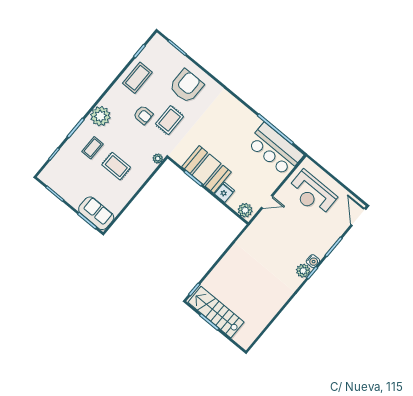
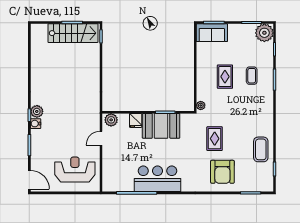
armchair: (143, 115) -> (236, 127), removed
plant: (100, 116) -> (264, 33), moved
bar counter: (275, 149) -> (157, 179), moved
rug: (116, 166) -> (225, 77), turned 90

